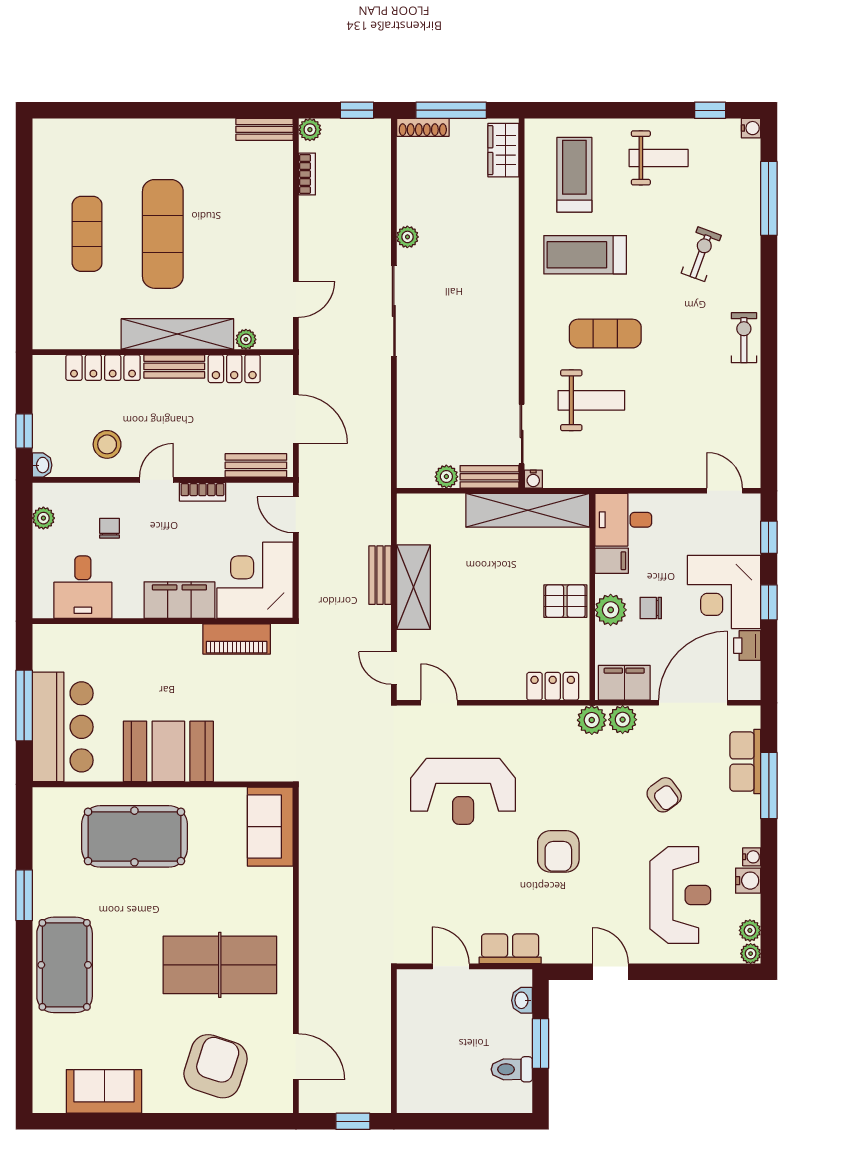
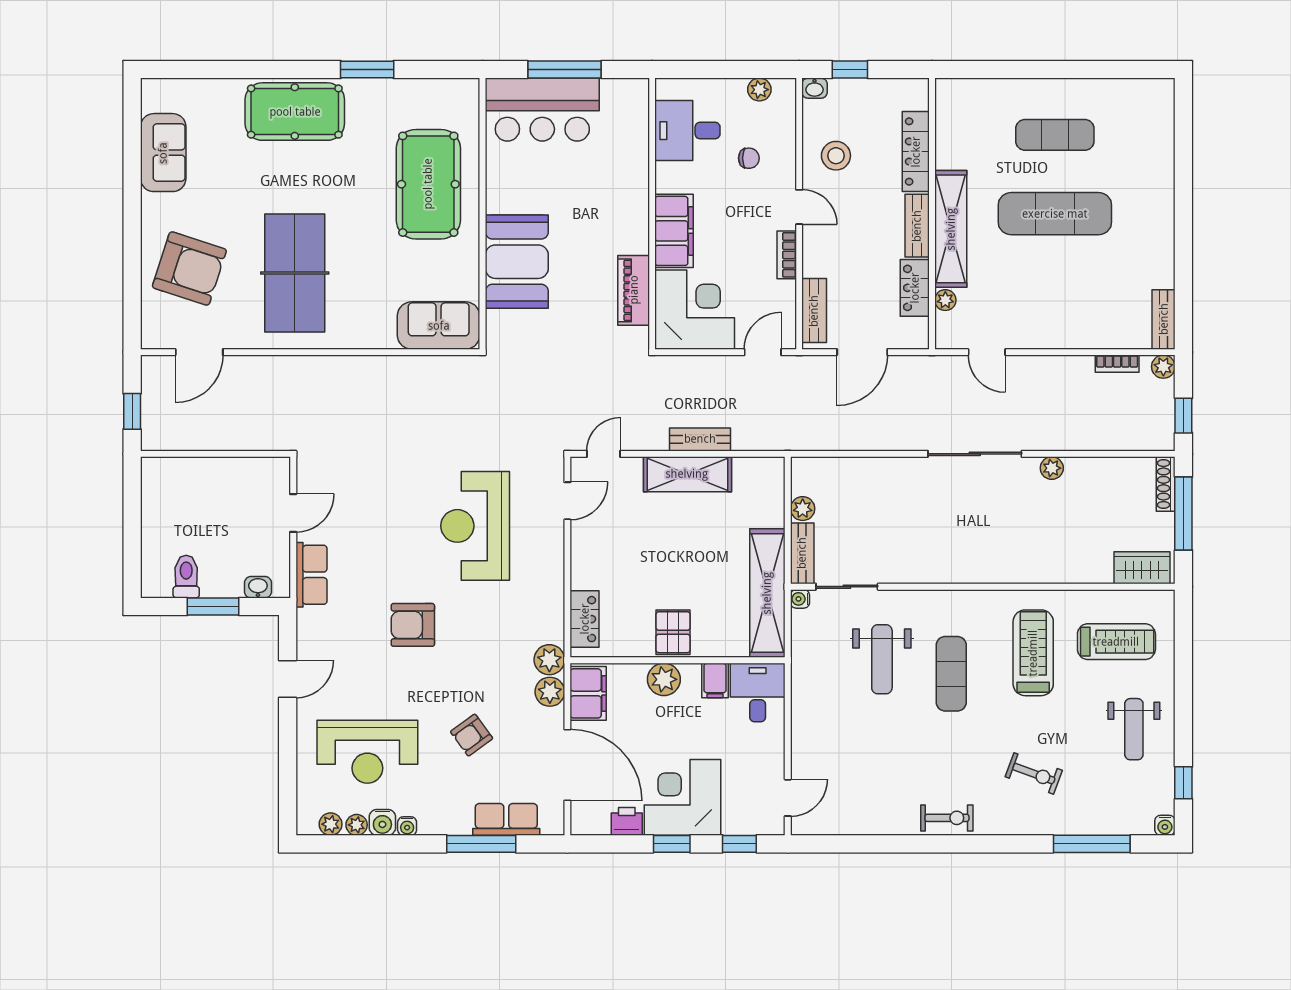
chair: (651, 608) -> (666, 721), removed
booth: (168, 751) -> (517, 262), moved
plant: (751, 954) -> (357, 825), moved

